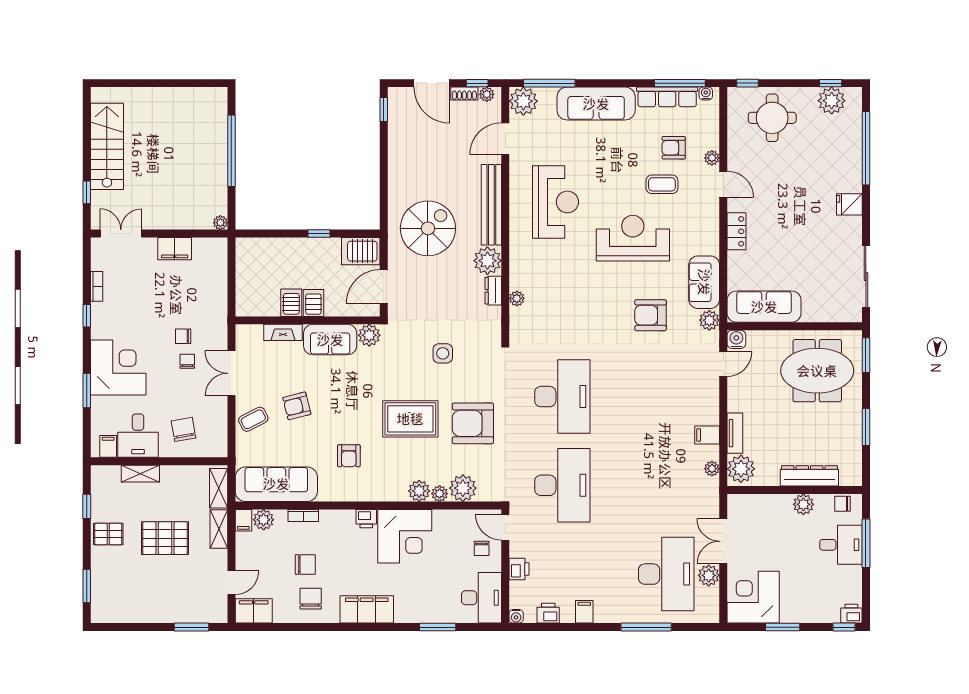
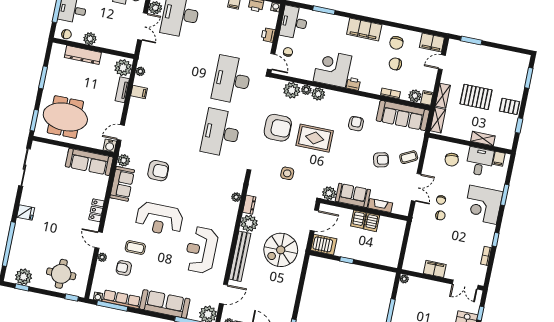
armchair: (674, 148) -> (124, 268), turned 180

